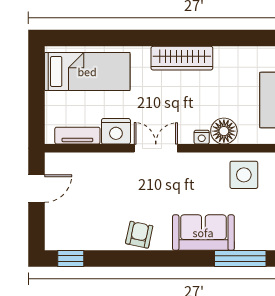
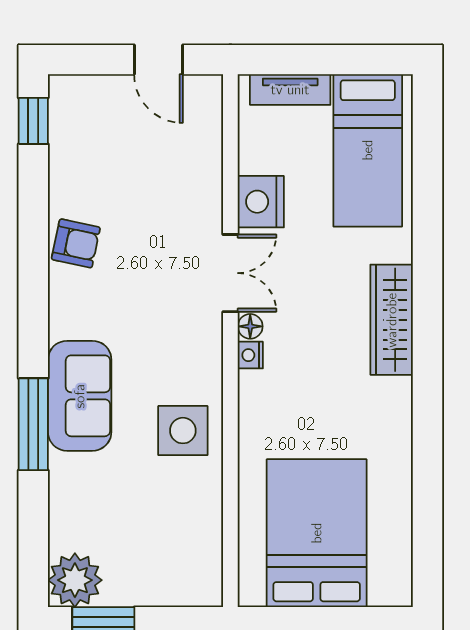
floor lamp: (224, 131) -> (250, 326), moved, width x0.53, depth x0.53
tv unit: (77, 136) -> (290, 90), moved, turned 90
sofa: (203, 233) -> (80, 396), moved

